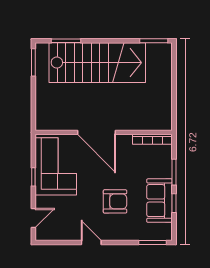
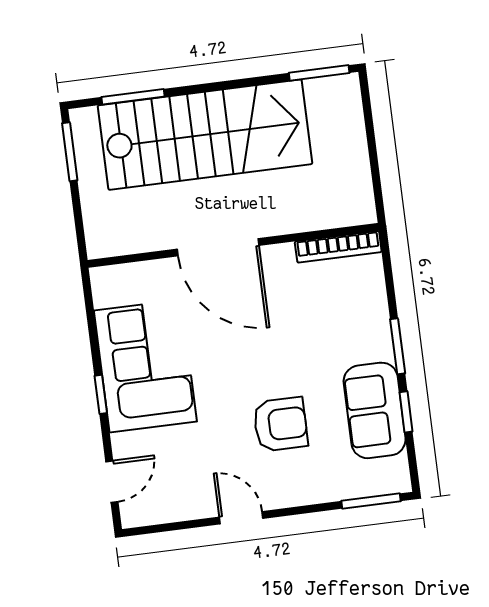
door: (97, 132) -> (218, 247), moved
wall: (104, 132) -> (233, 245), moved
bookcase: (152, 139) -> (338, 247), moved

